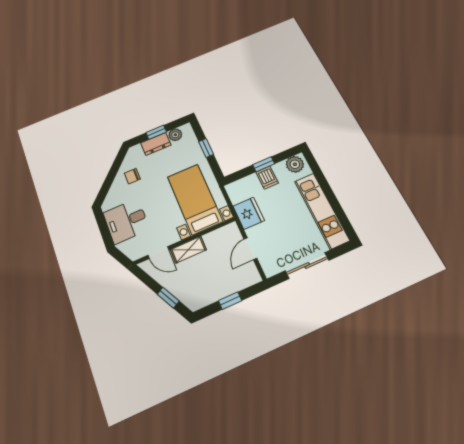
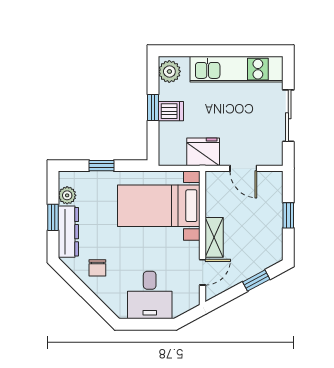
dresser: (156, 144) -> (68, 232), width x1.44

